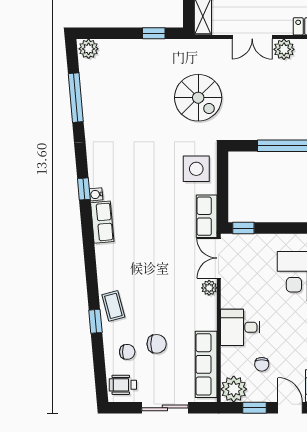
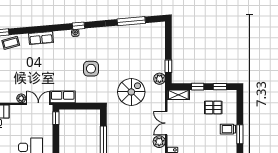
plant: (89, 49) -> (160, 79), moved
spiral stairs: (198, 98) -> (131, 92), turned 180
side table: (196, 169) -> (91, 69), moved
row of seats: (102, 222) -> (41, 38), moved

